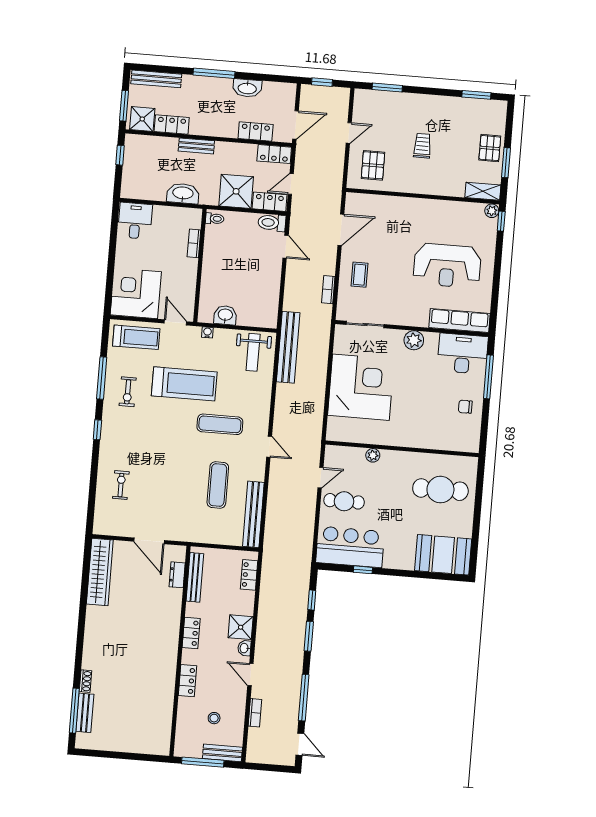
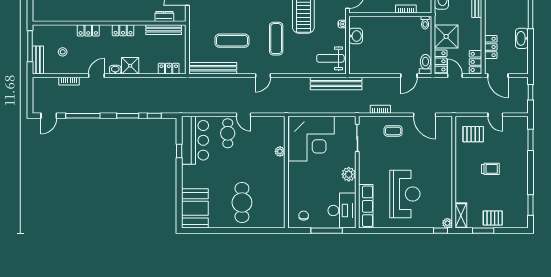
reception desk: (447, 266) -> (405, 194), turned 180
wall: (402, 449) -> (286, 172), moved
plant: (373, 455) -> (280, 151), moved

